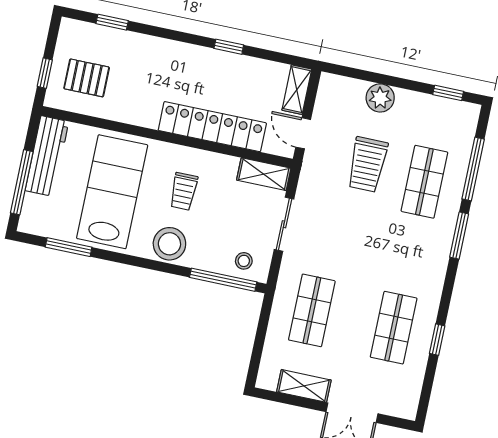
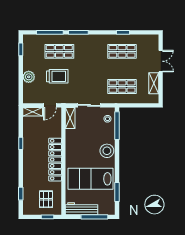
locker: (212, 127) -> (55, 160), moved
trolley: (184, 191) -> (84, 150), removed

